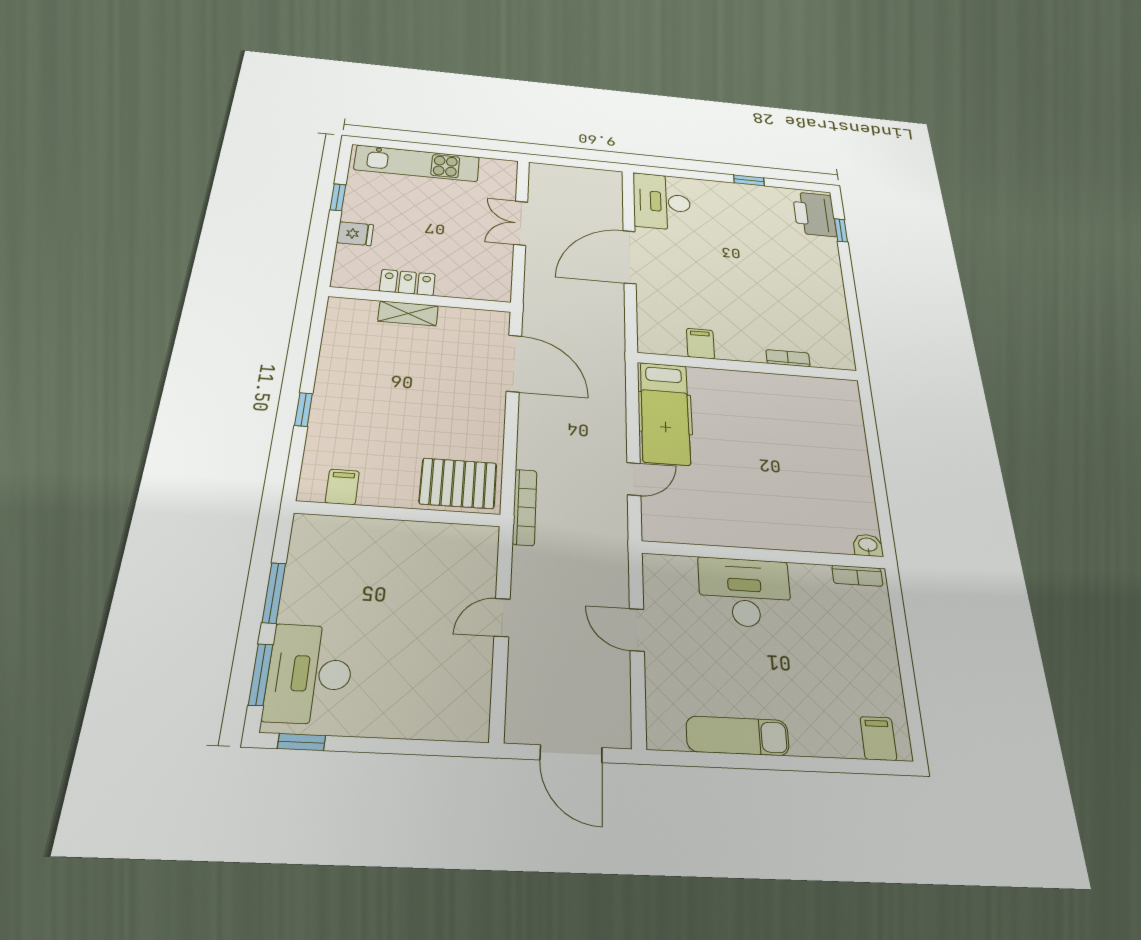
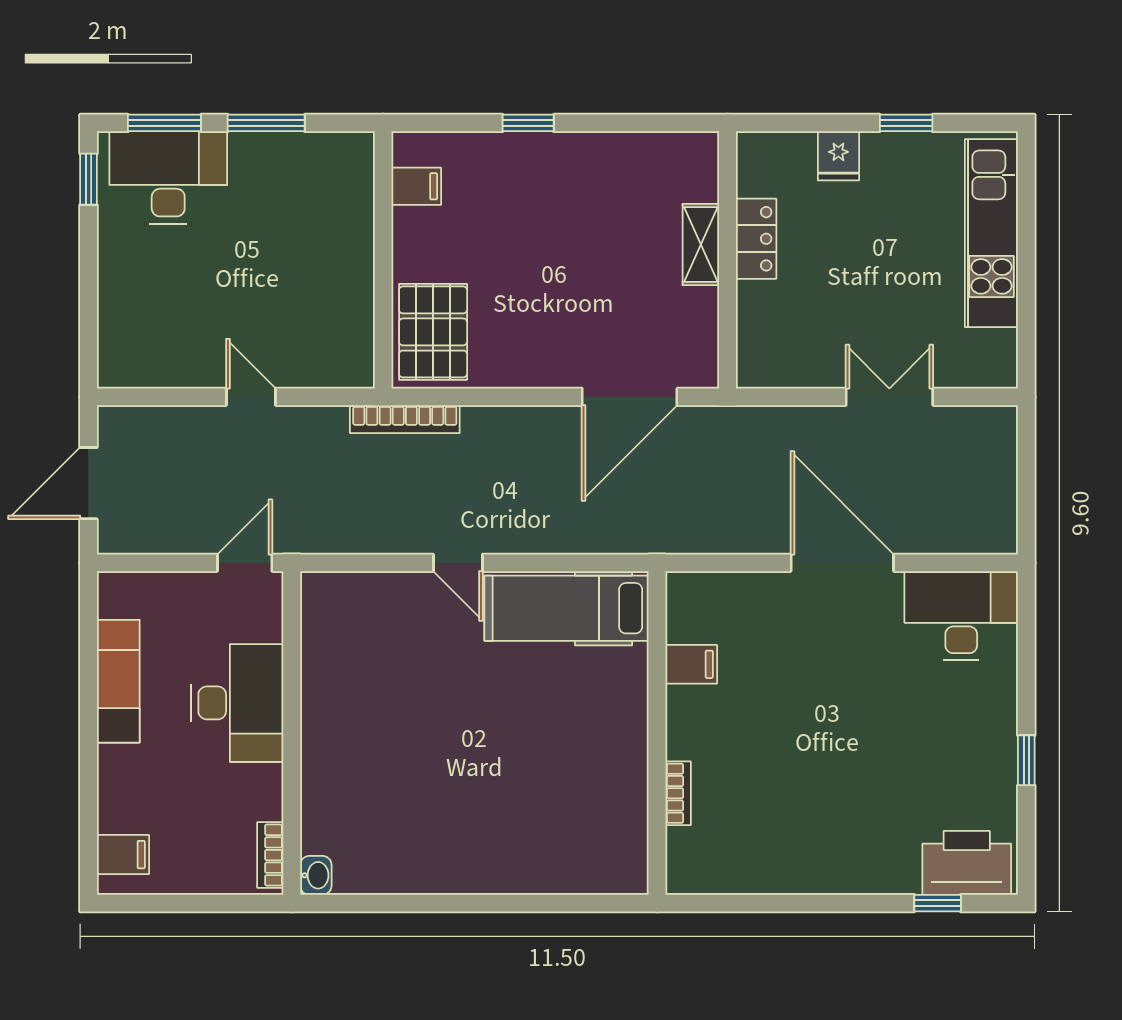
washbasin: (868, 545) -> (316, 875), moved
wall: (765, 555) -> (292, 733), moved
bookcase: (857, 576) -> (270, 855), moved
desk: (745, 592) -> (237, 703), moved

